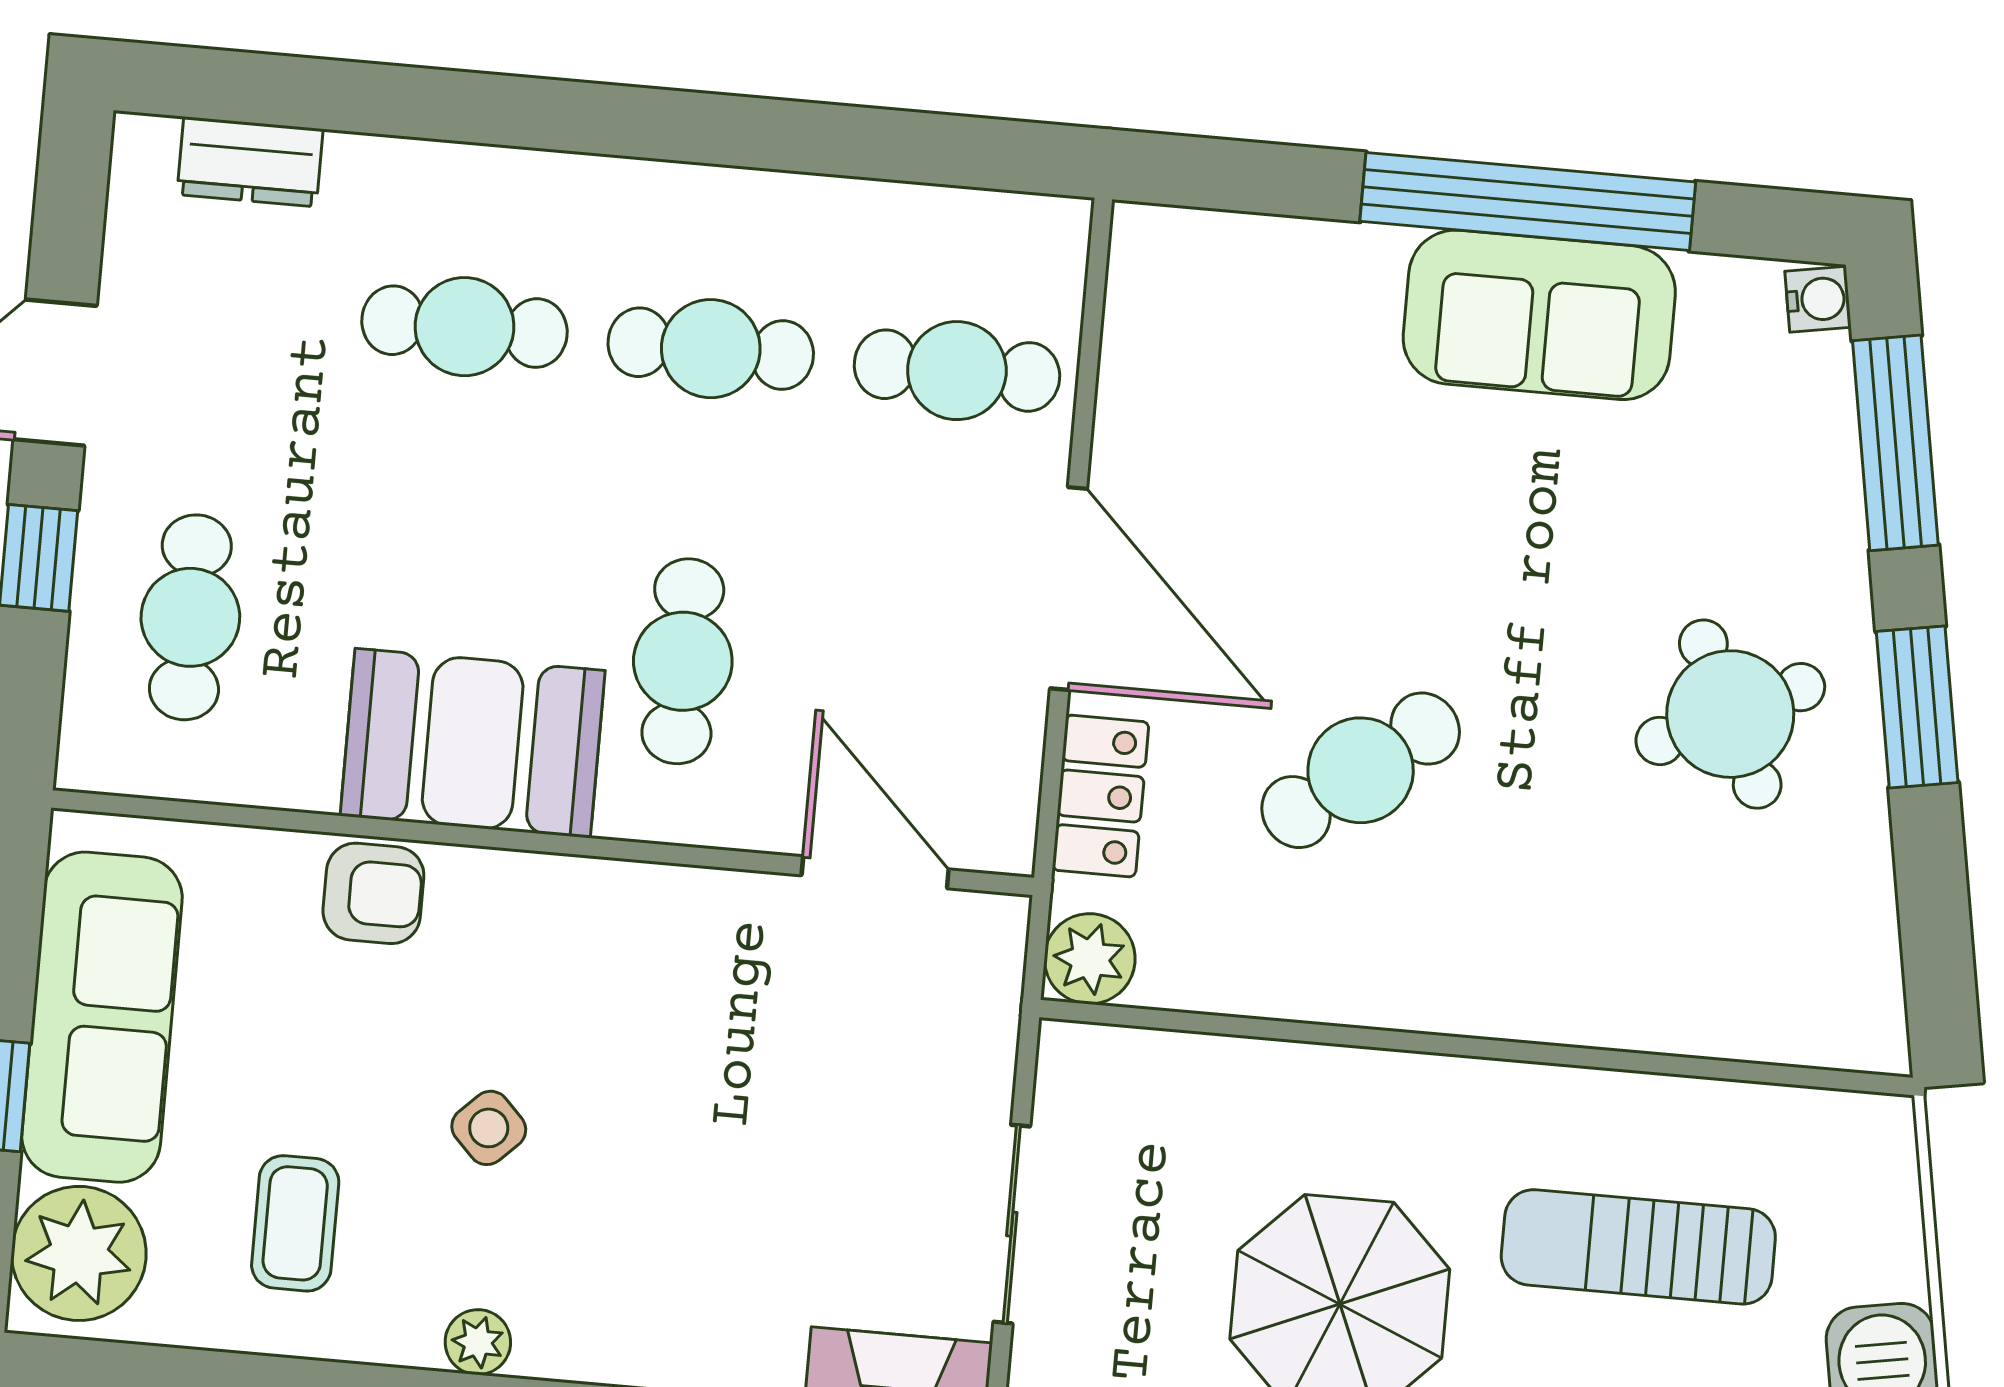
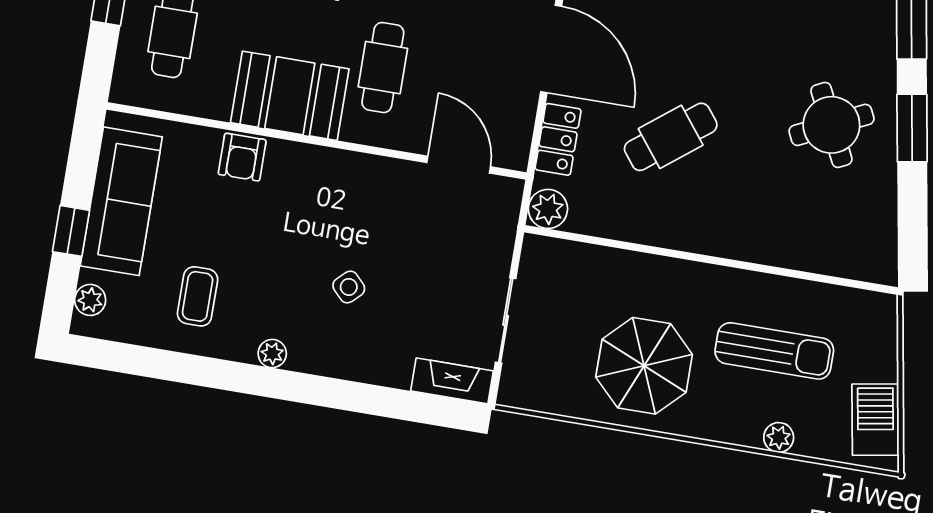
armchair: (373, 893) -> (242, 157), turned 90
side table: (489, 1128) -> (349, 287), moved
sun lounger: (1638, 1247) -> (774, 351), turned 180
plant: (79, 1253) -> (90, 300), width x0.53, depth x0.53

